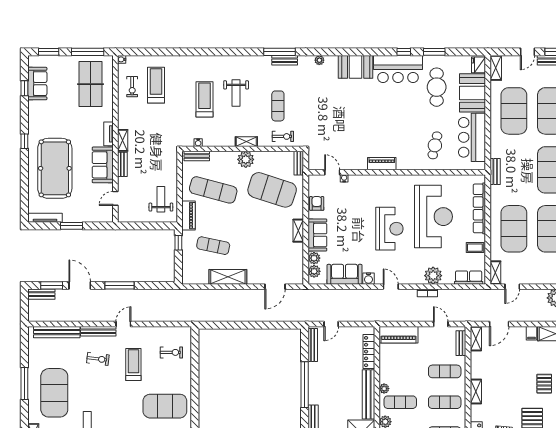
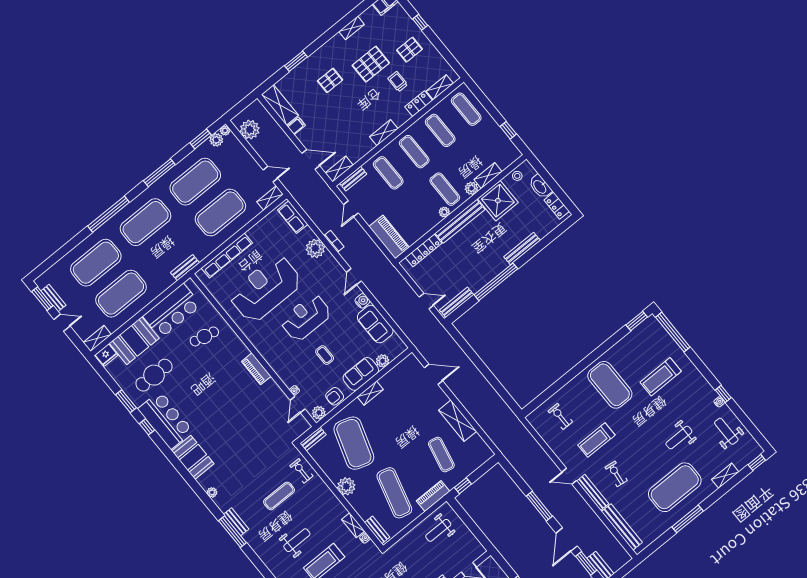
shelving: (246, 142) -> (353, 525), moved
coffee table: (475, 248) -> (325, 355), moved
plant: (314, 271) -> (319, 413), moved

